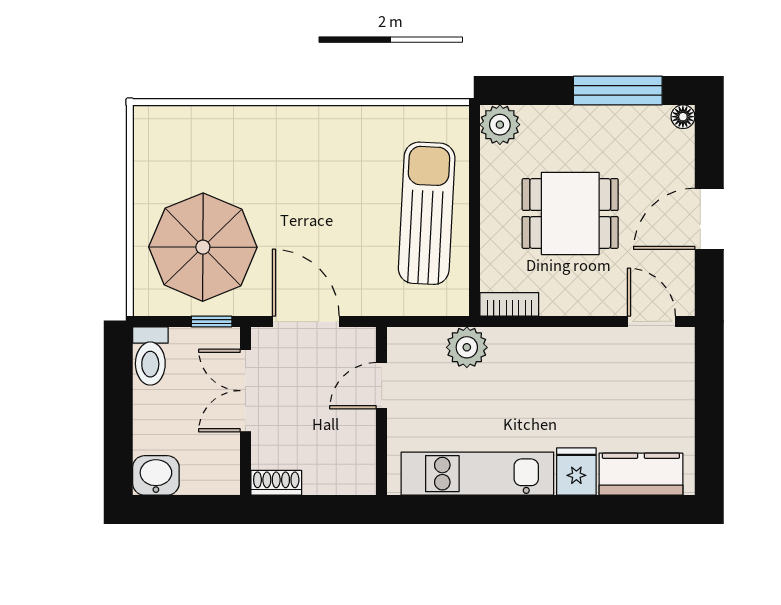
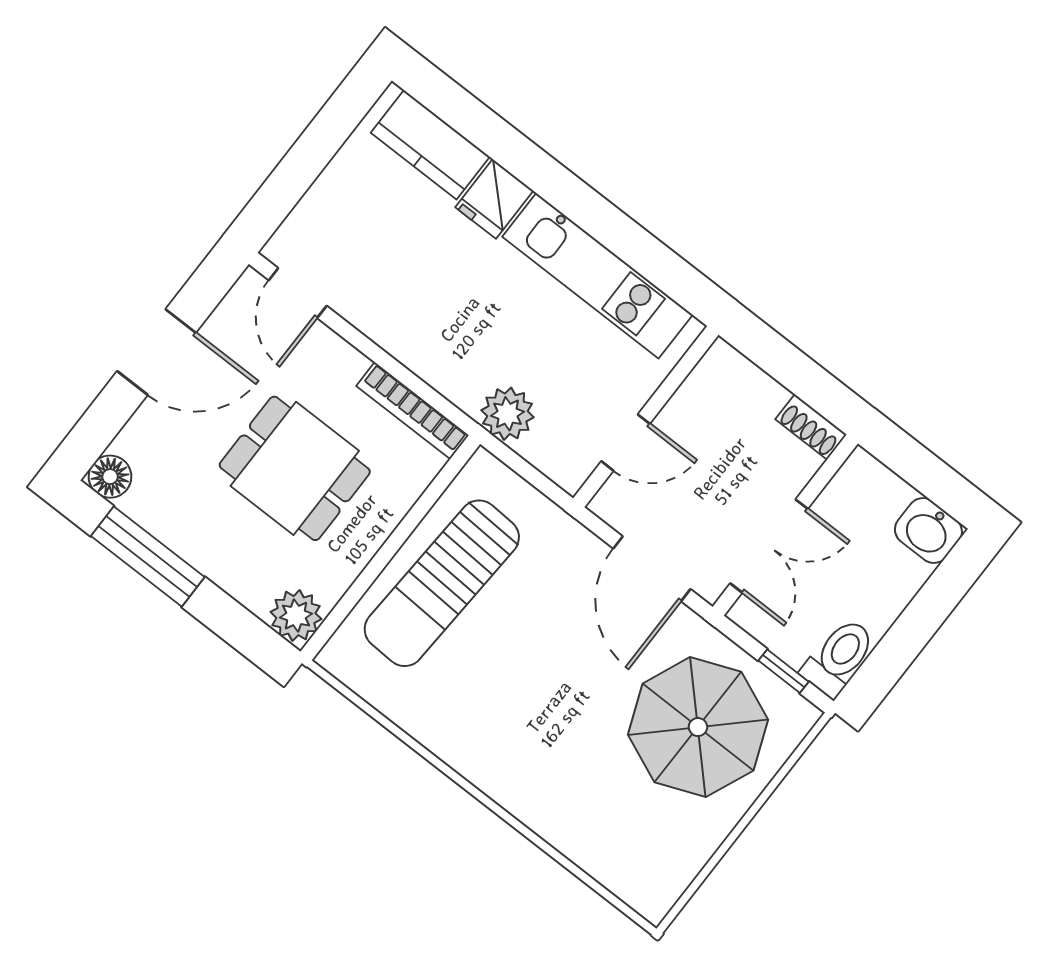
floor lamp: (683, 117) -> (110, 477), width x1.37, depth x1.37
bookcase: (509, 304) -> (413, 411), width x1.56
window: (212, 321) -> (784, 671), moved

